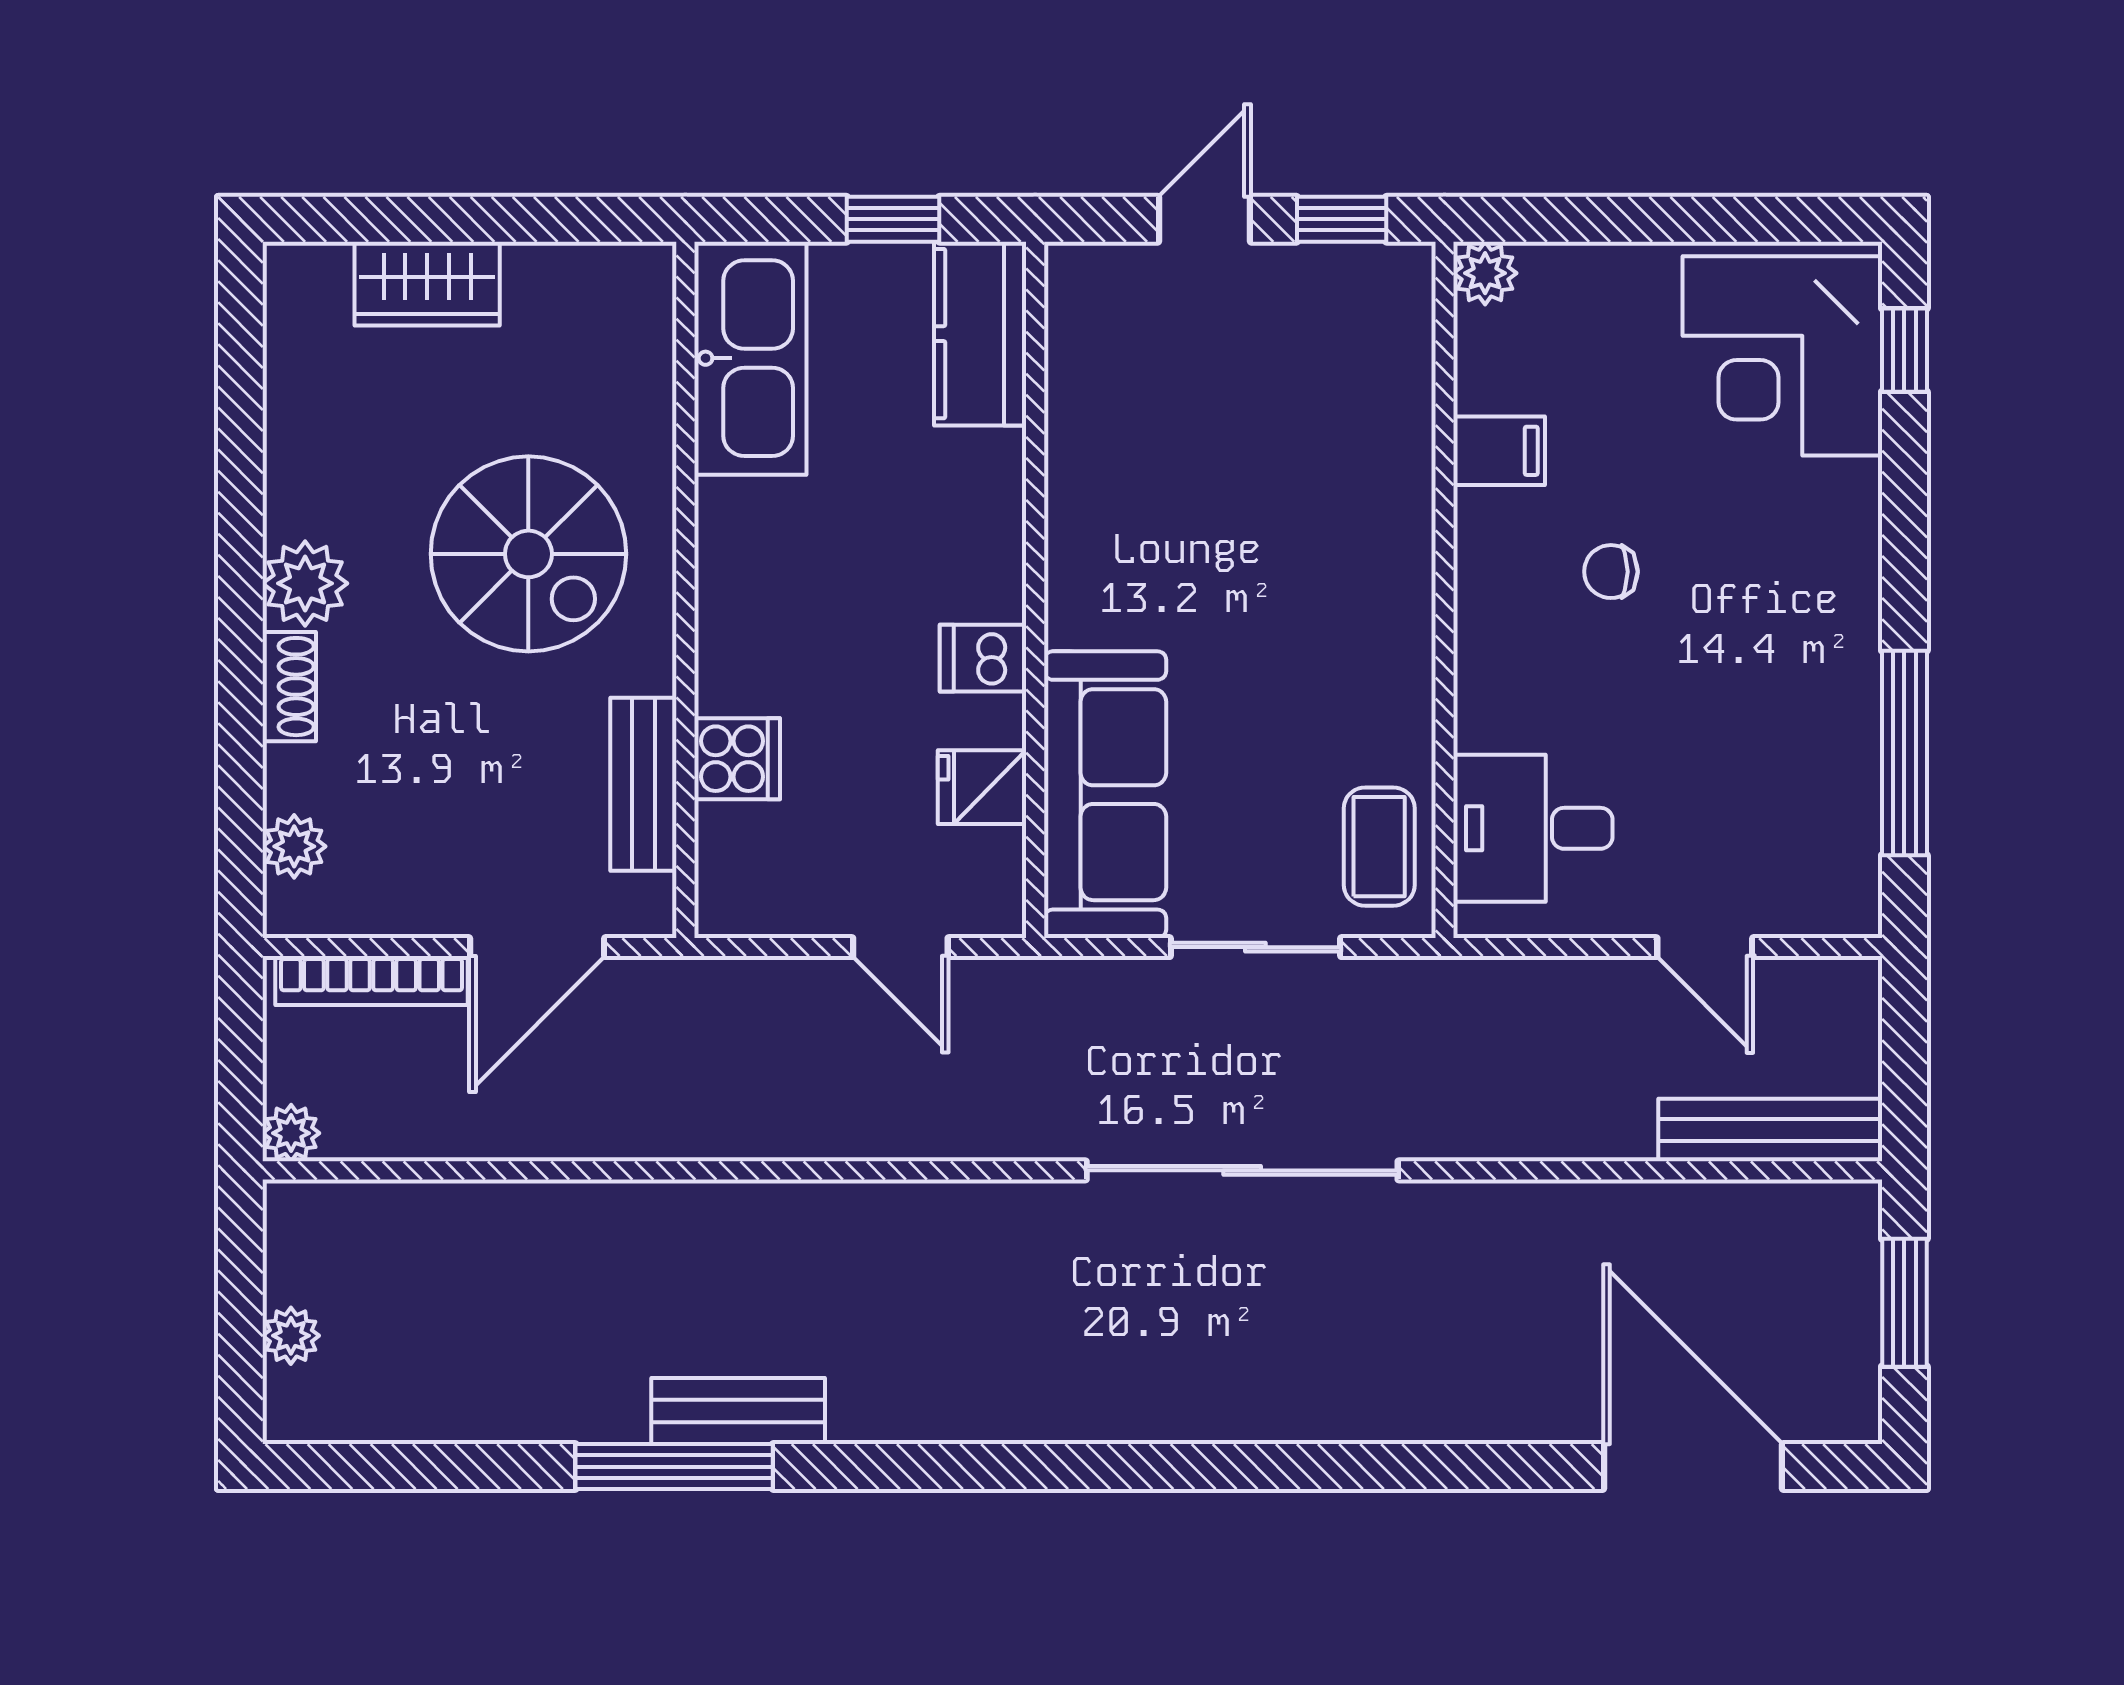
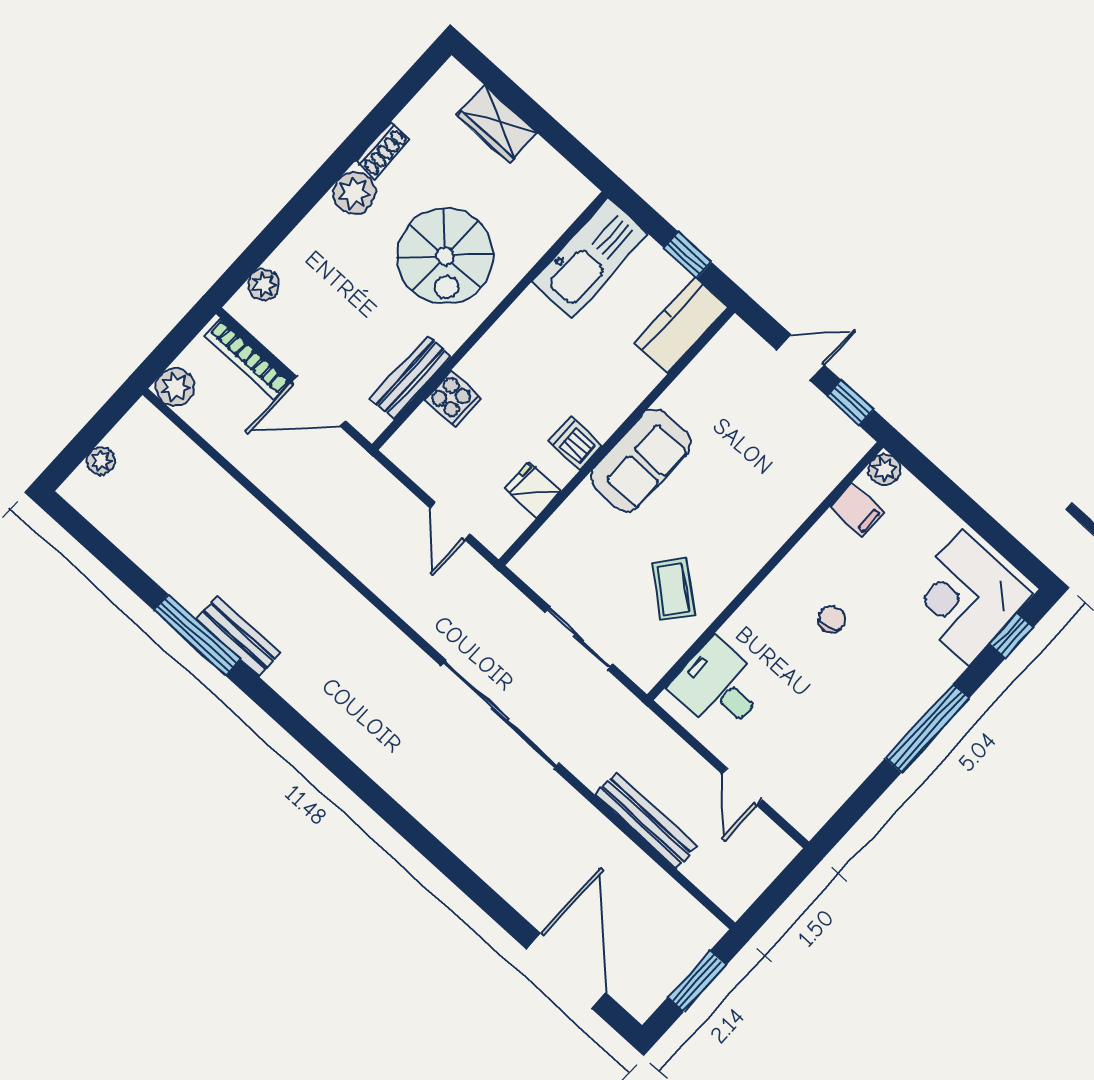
filing cabinet: (1499, 451) -> (857, 510), moved
chair: (1611, 572) -> (832, 619), turned 74
shoe rack: (289, 687) -> (383, 150), moved
window: (1904, 753) -> (927, 728), moved
sofa: (1105, 795) -> (641, 461), moved, width x0.73
coffee table: (1379, 847) -> (673, 589), moved, turned -51
bench: (1770, 1130) -> (646, 821), moved
plant: (291, 1133) -> (175, 387), width x1.38, depth x1.38

